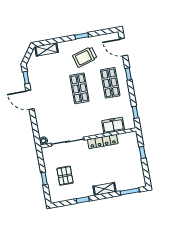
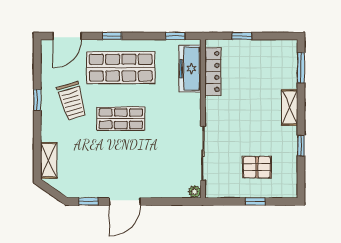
shop shelf: (110, 83) -> (121, 68), width x1.43, depth x1.36
freezer: (113, 125) -> (190, 69), width x1.40
locker: (103, 142) -> (213, 71), moved

